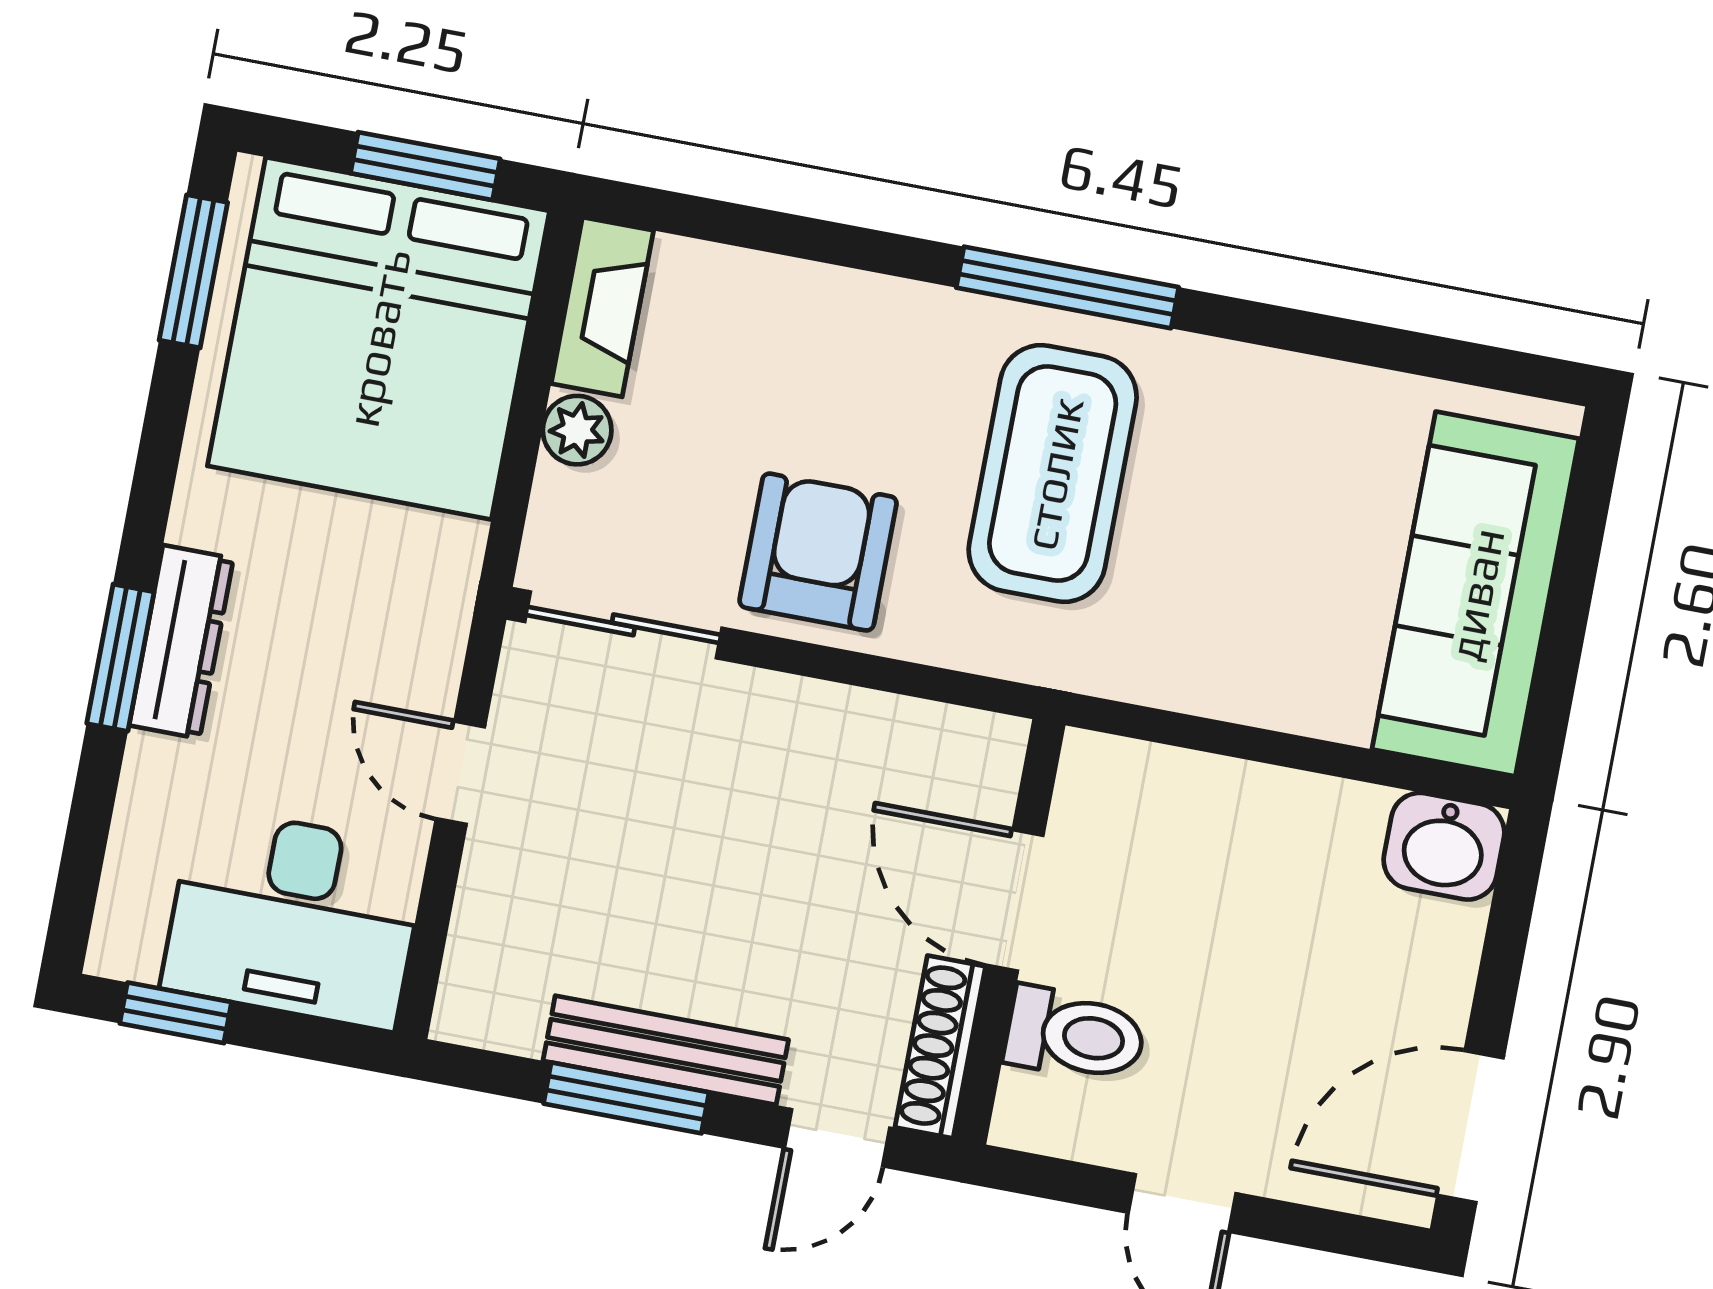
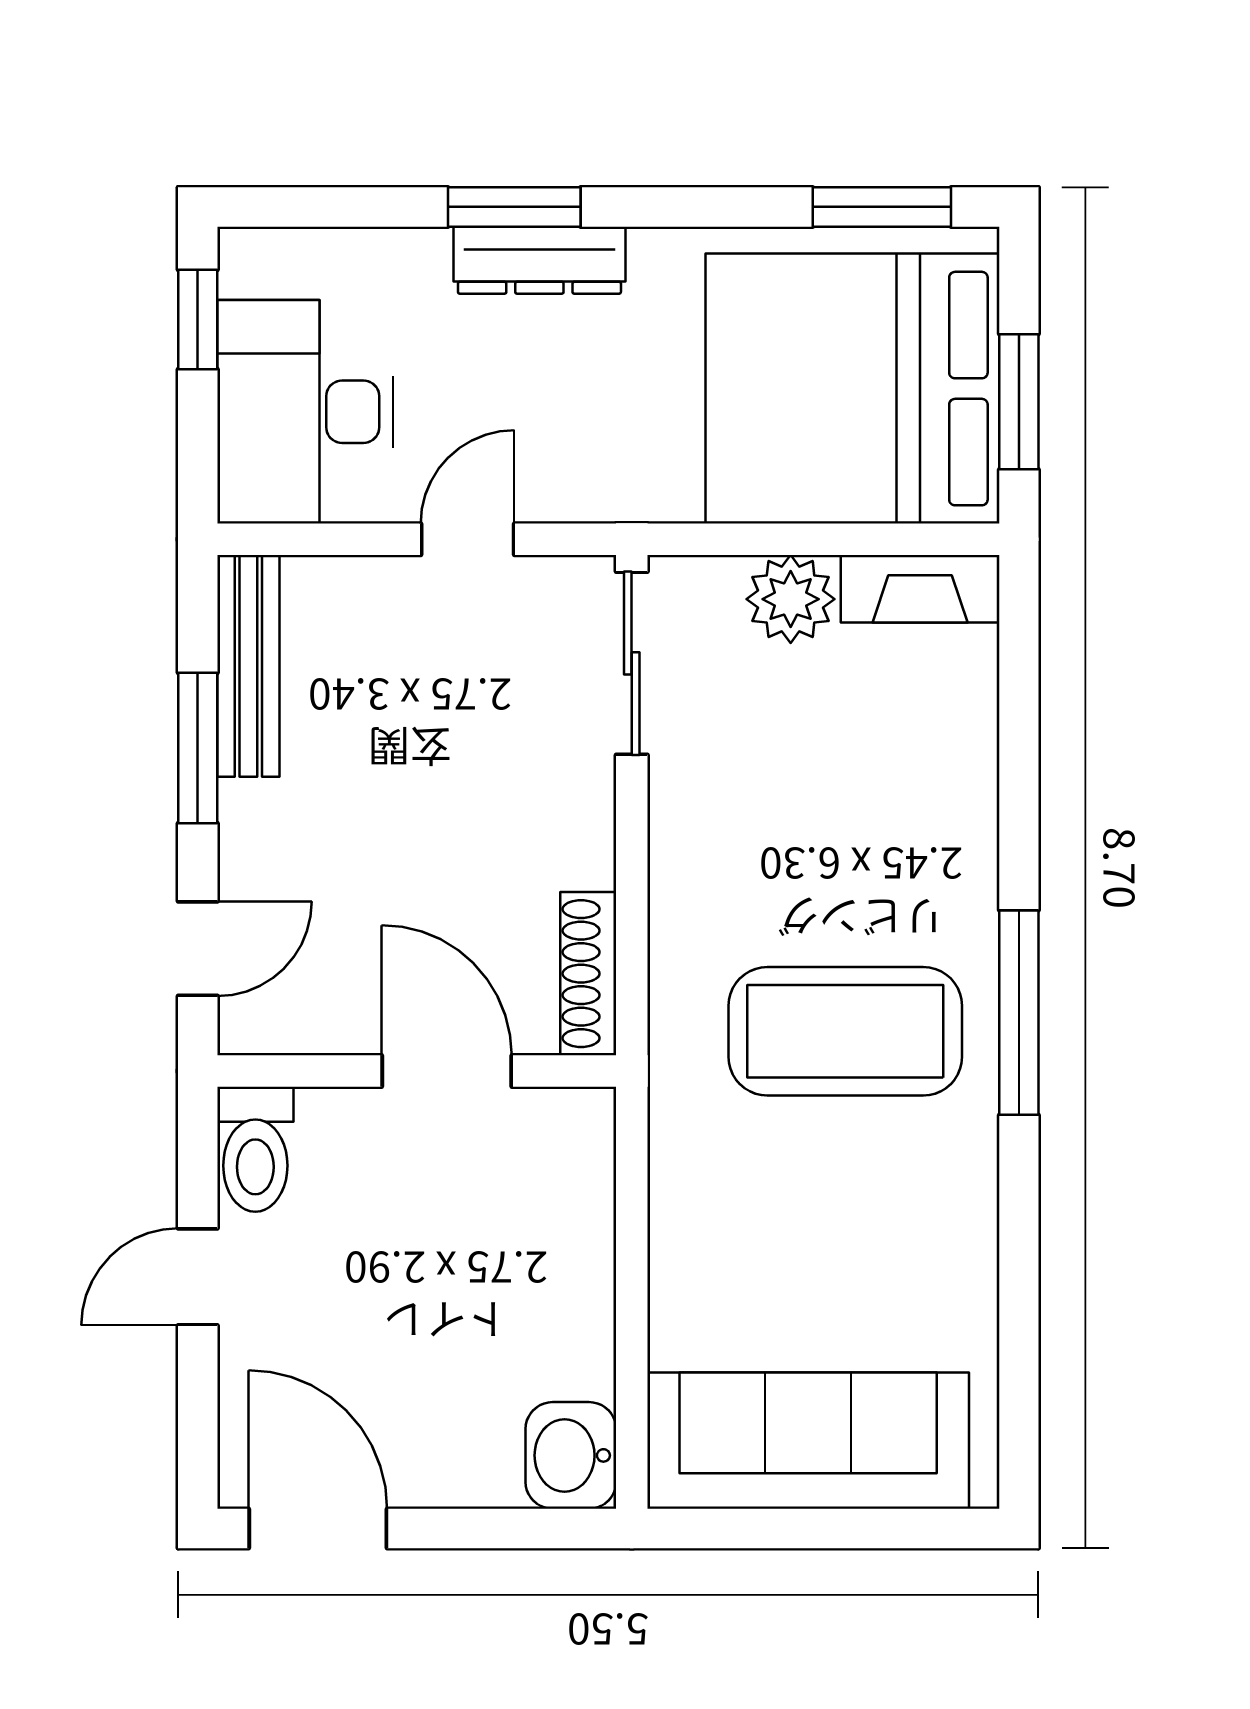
plant: (577, 430) -> (791, 599), width x1.38, depth x1.38
armchair: (818, 552) -> (732, 829), removed
door: (1015, 900) -> (447, 1071), hinge flipped
toilet: (1075, 1035) -> (255, 1149), moved
shoe rack: (940, 1047) -> (588, 974), moved, turned -90
bench: (666, 1050) -> (248, 666), moved
door: (837, 1138) -> (198, 949), swing flipped

